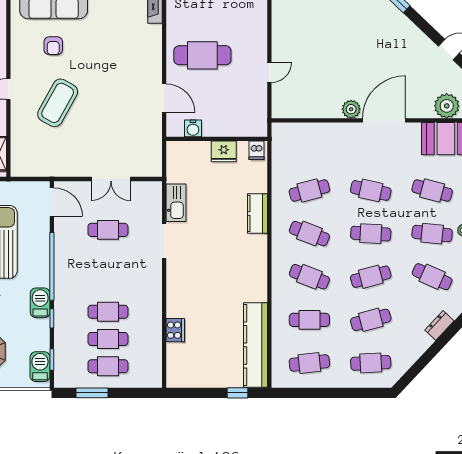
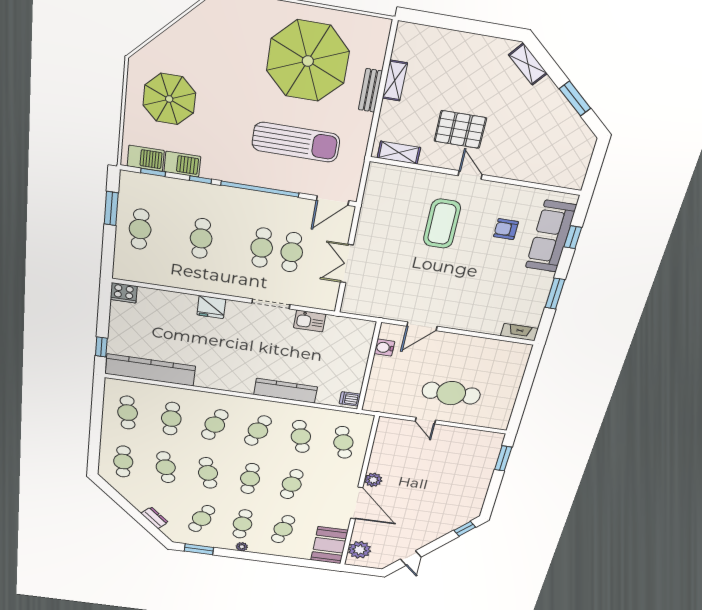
cafe table: (202, 55) -> (451, 393), moved, turned 90
coffee table: (58, 103) -> (442, 224), turned 61
cafe table: (309, 147) -> (343, 442), added
fridge: (224, 151) -> (211, 307), moved, turned -90
kitchen sink: (176, 203) -> (310, 321), width x0.73
kitchen counter: (258, 213) -> (286, 391), width x1.50
barbecue: (40, 303) -> (182, 164), moved
cooker: (175, 330) -> (124, 293), moved
cafe table: (108, 339) -> (262, 248), moved

